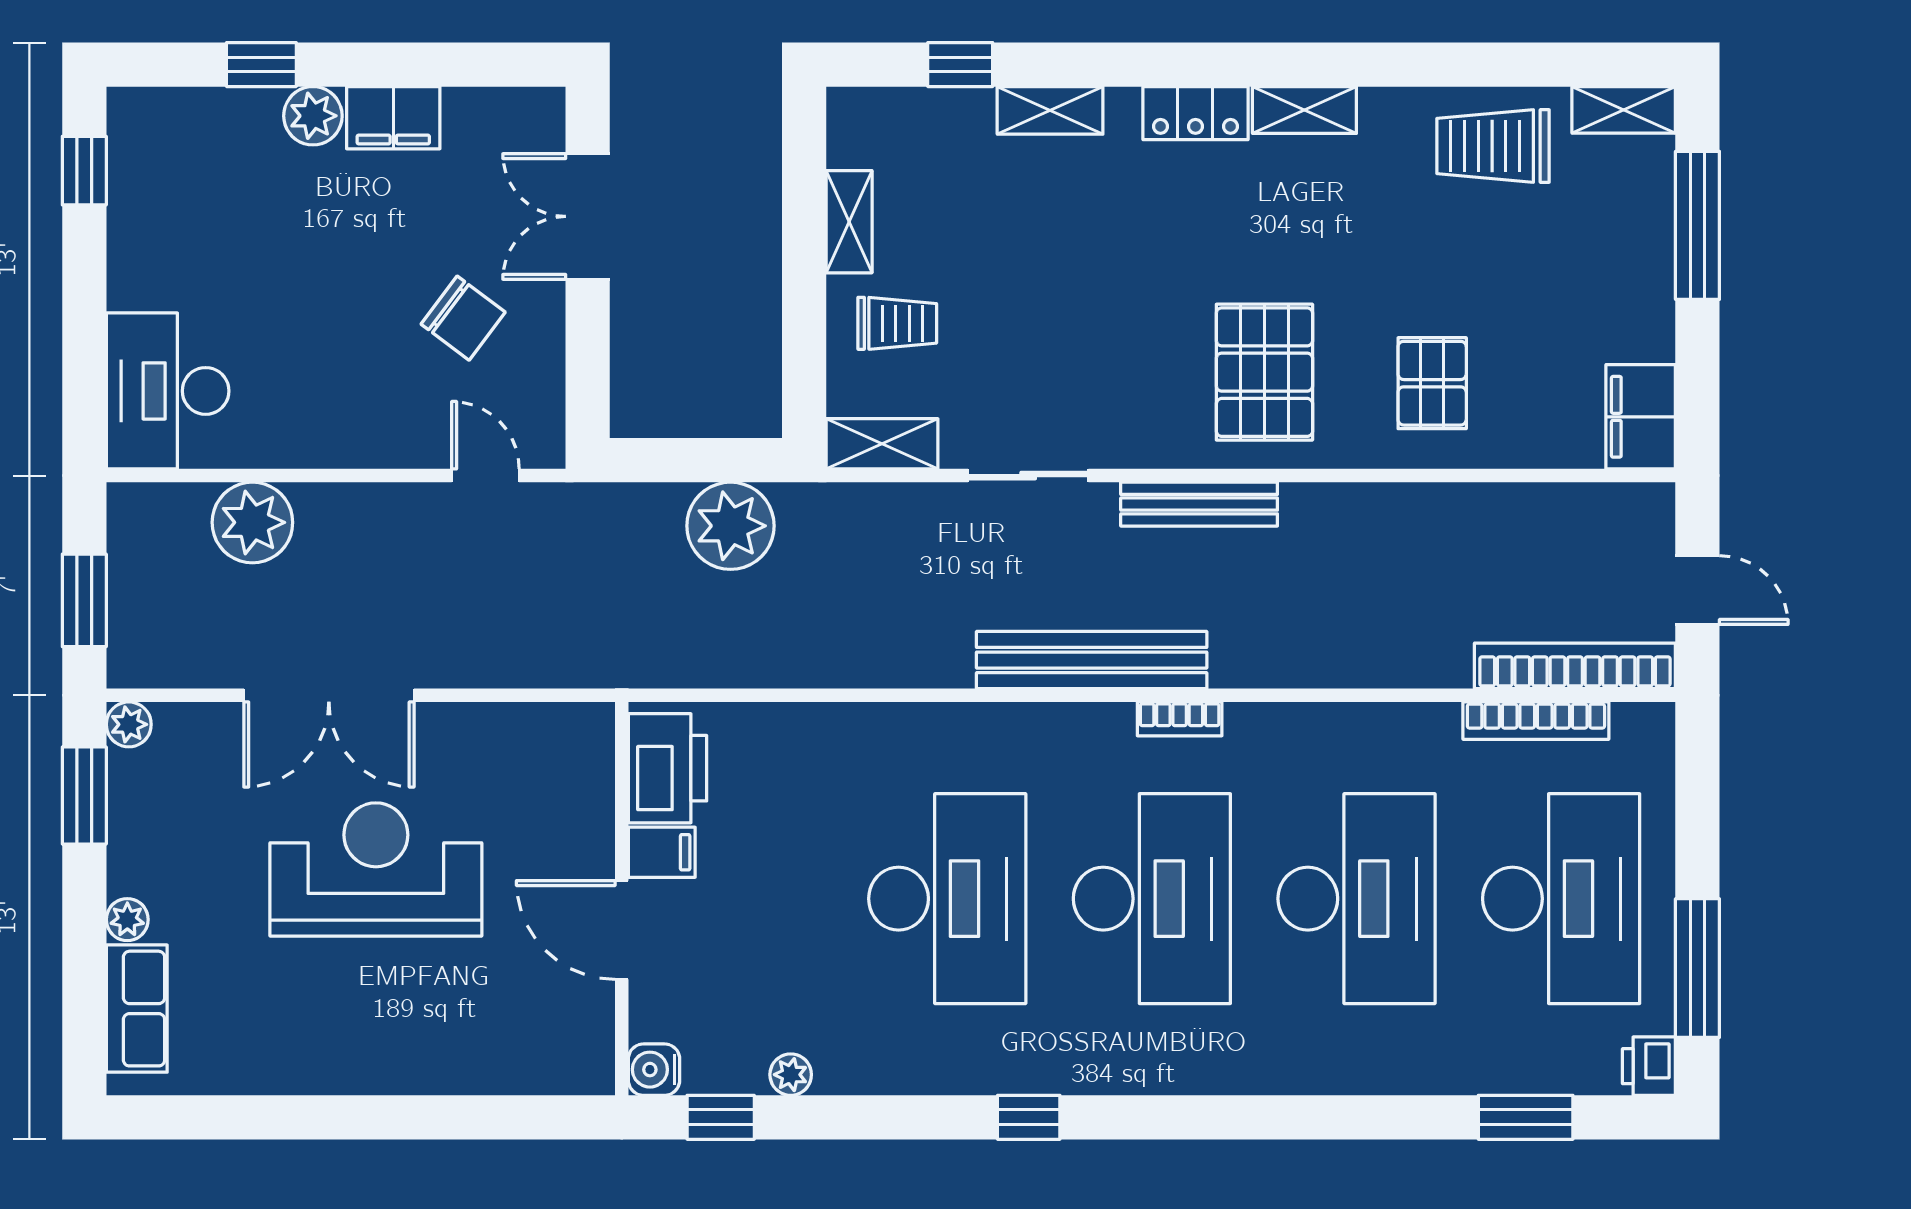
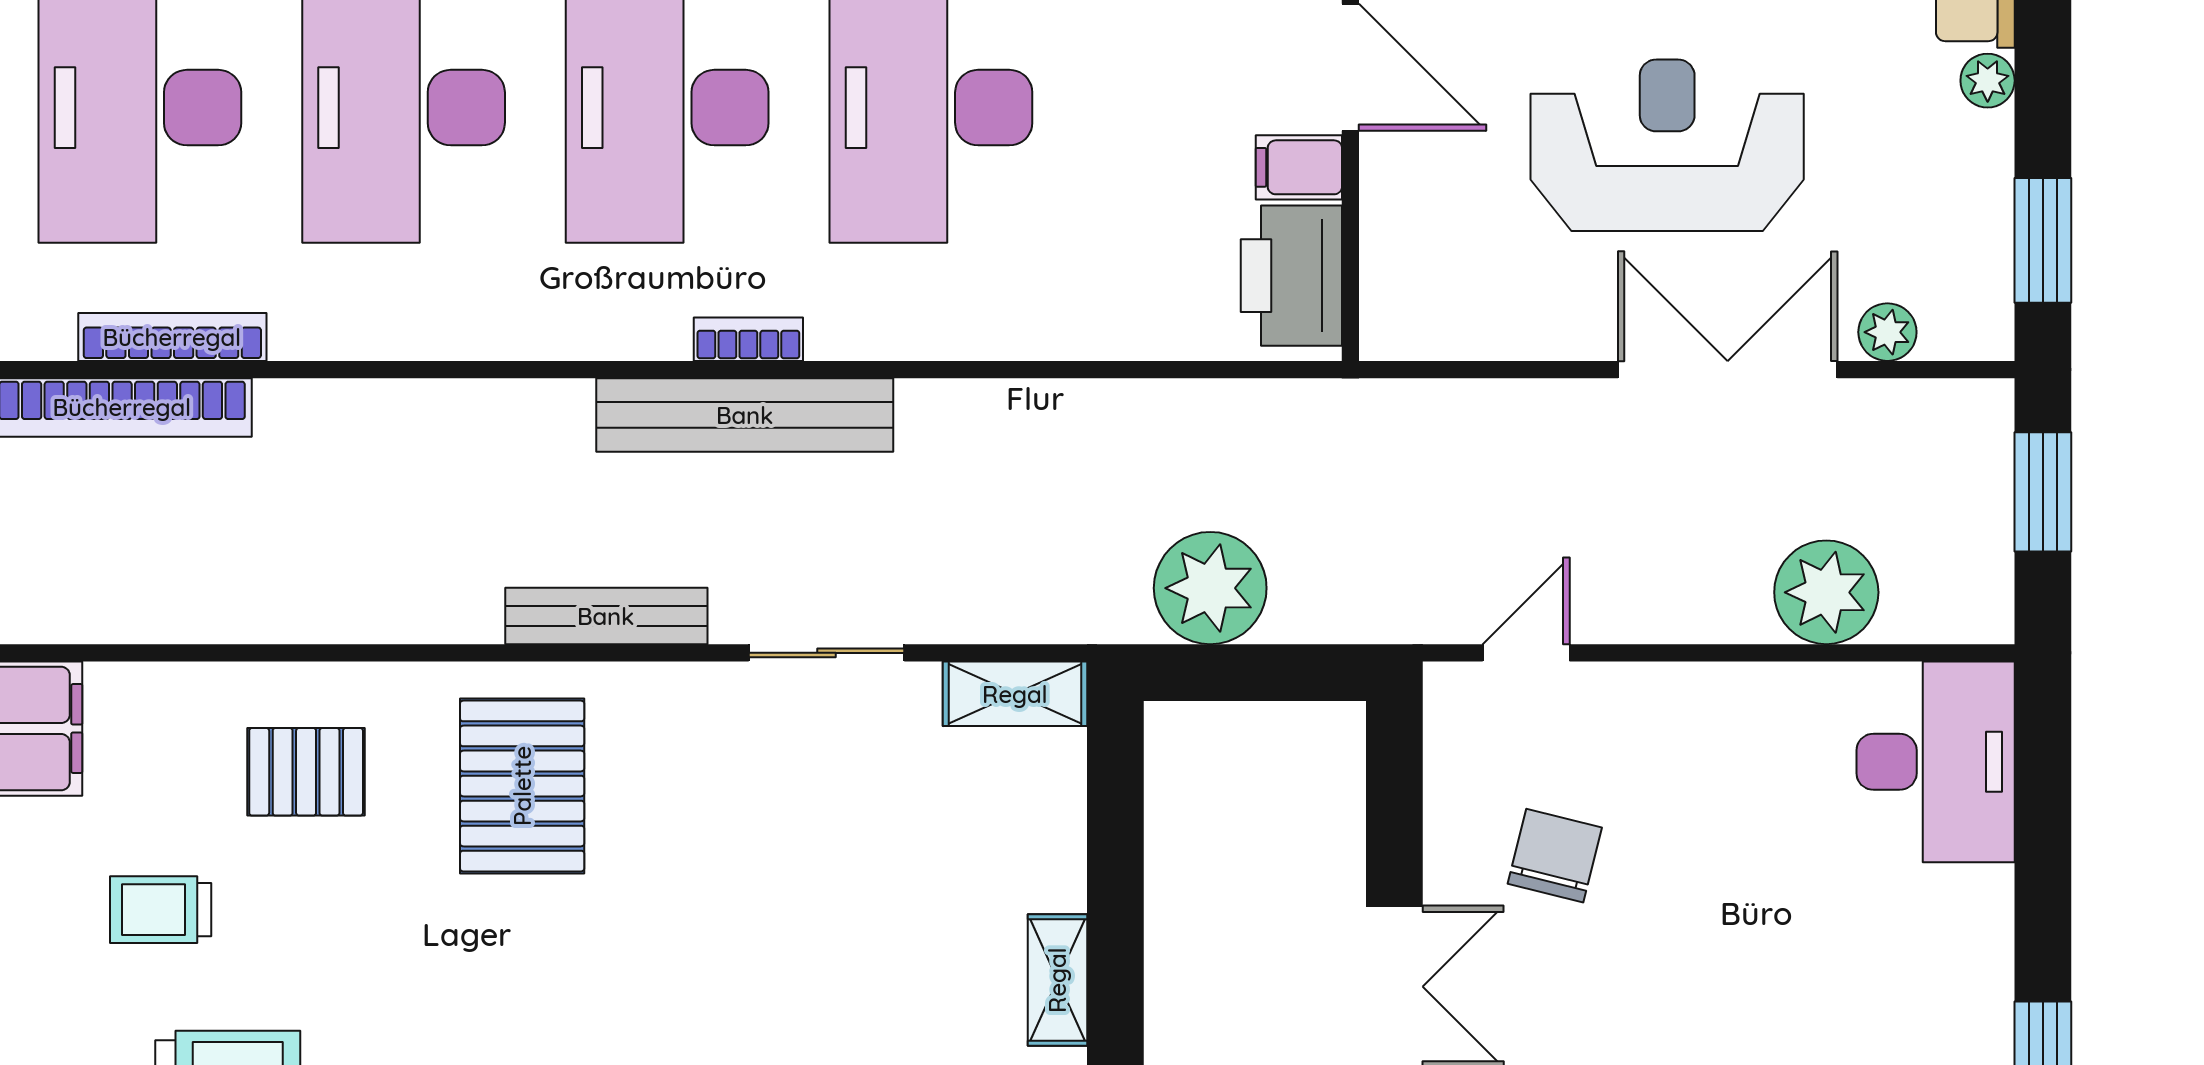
chair: (463, 318) -> (1555, 856), turned 67
trolley: (897, 323) -> (161, 910), moved
pallet: (1432, 383) -> (306, 772), turned 90
door: (485, 476) -> (1526, 653), swing flipped
bookcase: (1180, 719) -> (748, 339), moved
plant: (129, 724) -> (1887, 332), moved
reception desk: (376, 869) -> (1667, 145), turned 180

